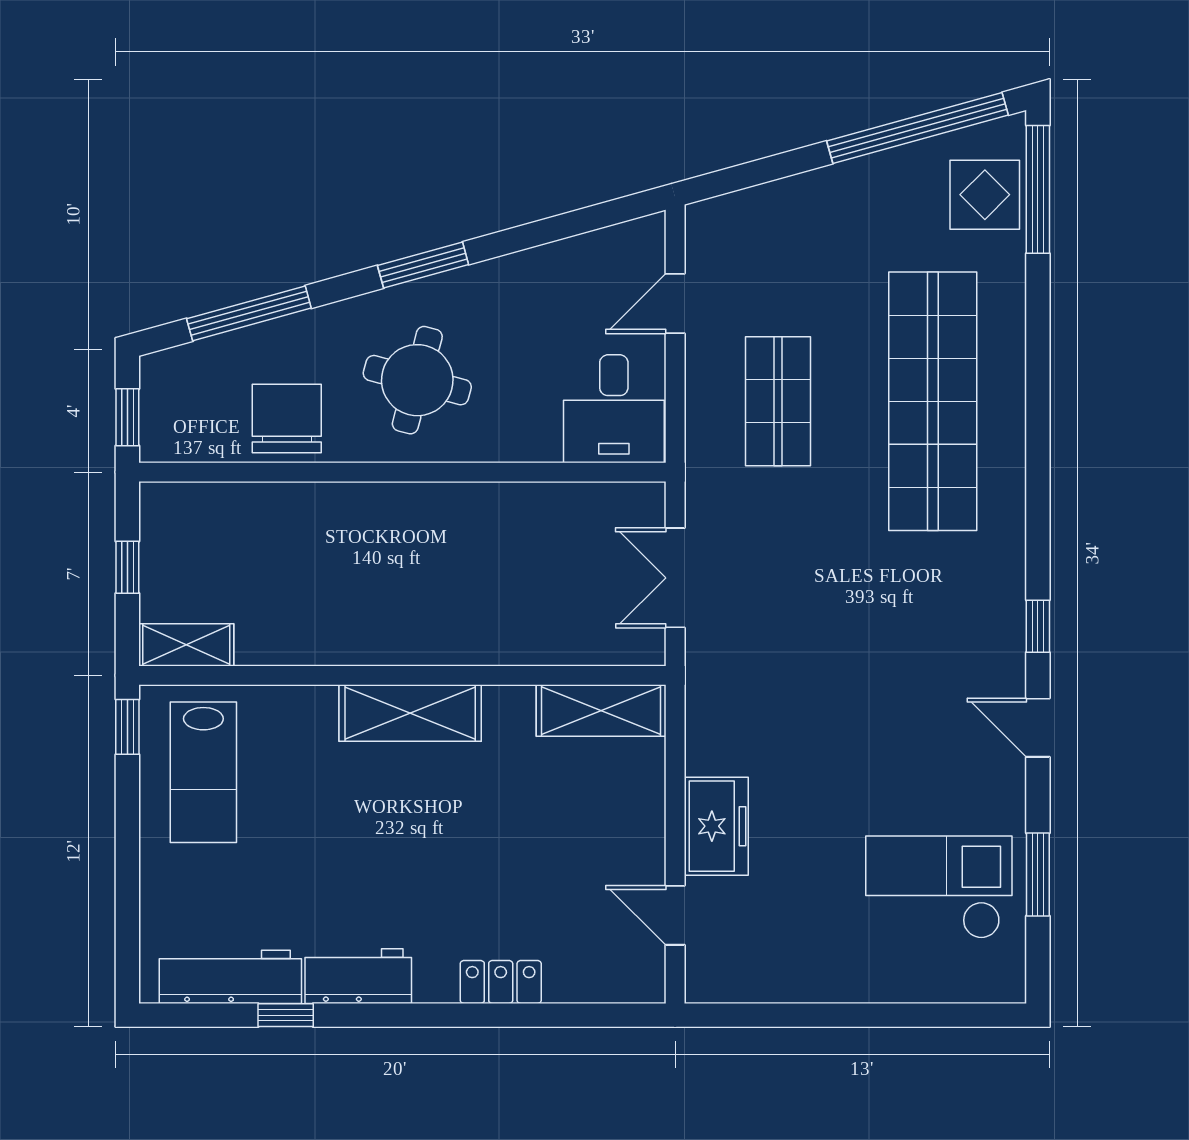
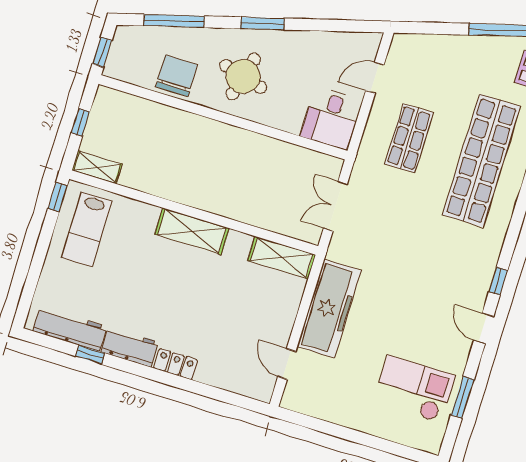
freezer: (716, 826) -> (329, 309), width x1.91, depth x1.26
locker: (501, 982) -> (175, 364), moved

